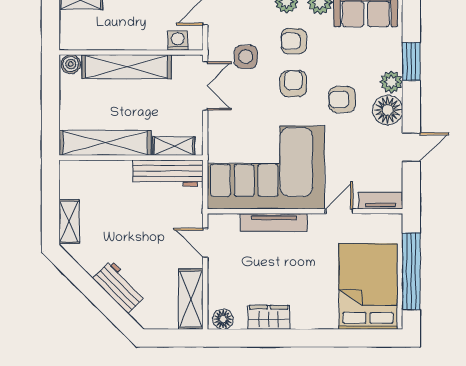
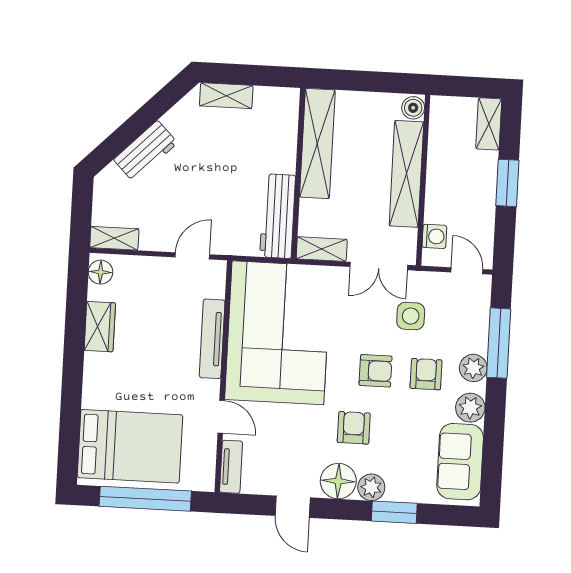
shelving: (174, 146) -> (322, 249), moved, turned 90
shelving: (191, 299) -> (114, 238), width x0.67, depth x0.75

